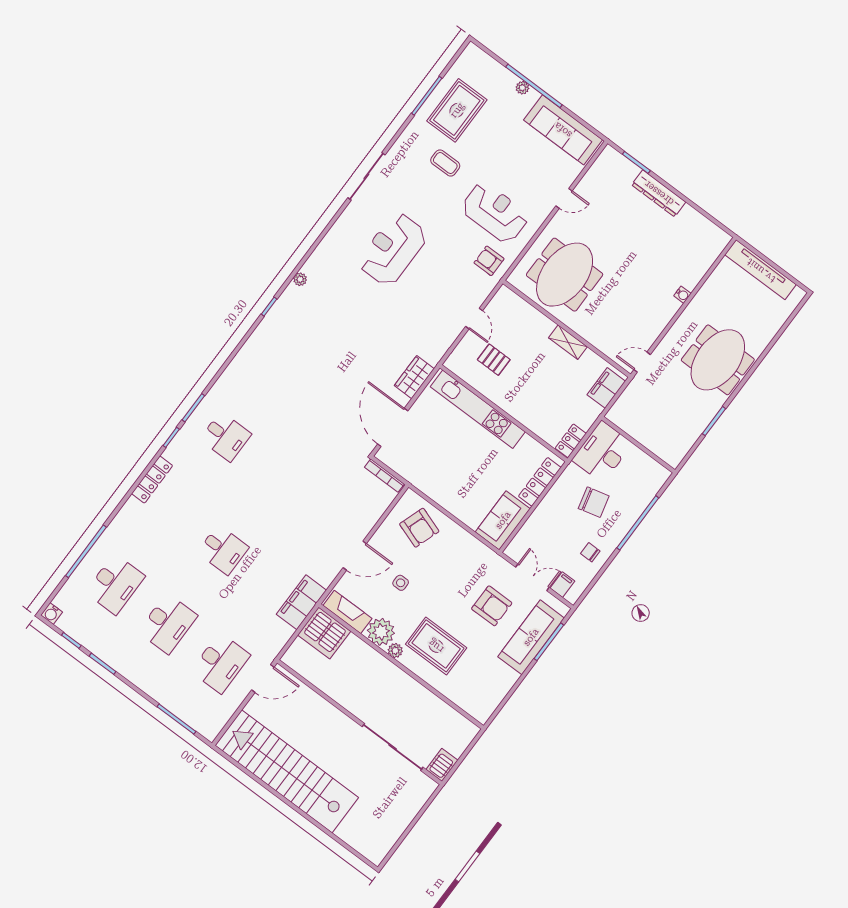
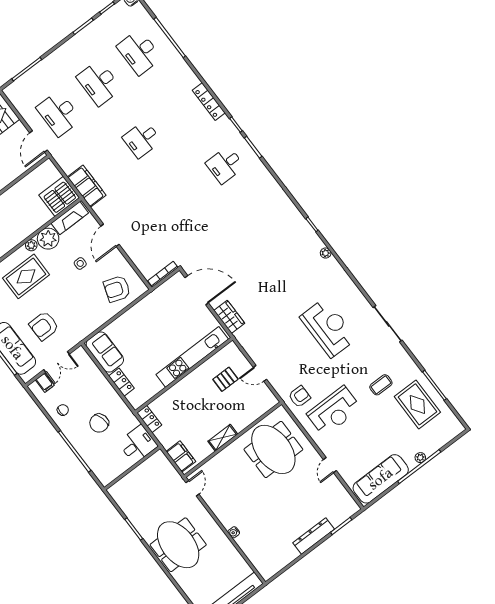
desk: (602, 452) -> (138, 444), width x0.73
locker: (540, 482) -> (121, 382), width x0.66

